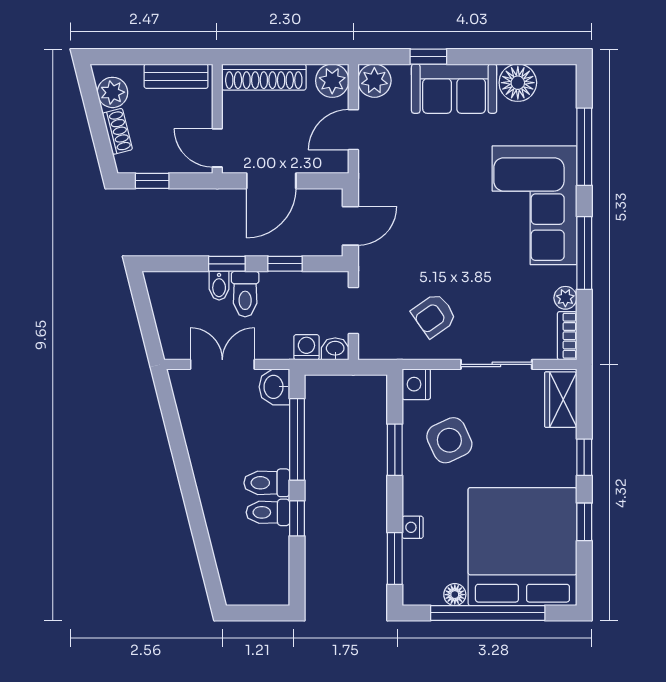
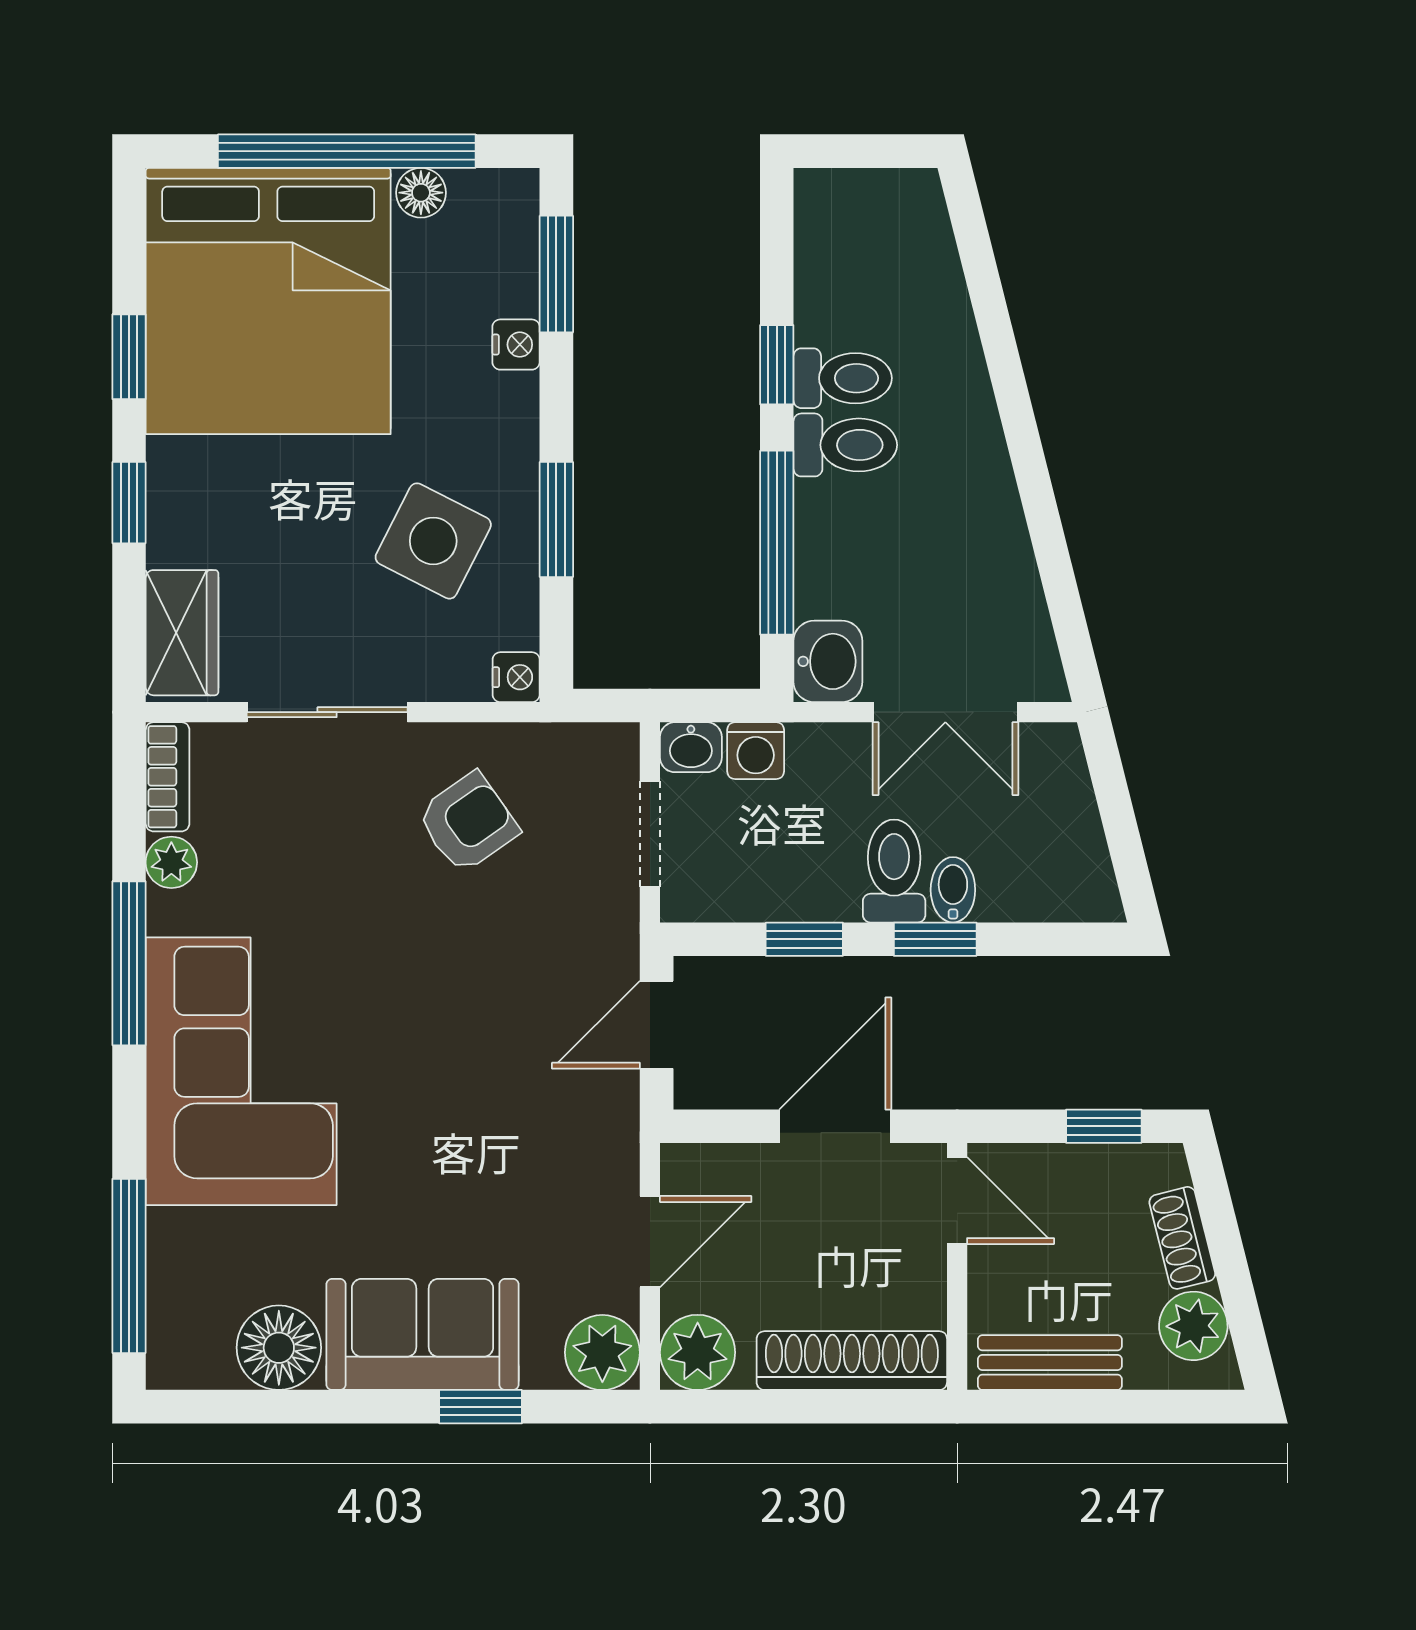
window: (584, 147) -> (129, 1266), moved
nightstand: (416, 384) -> (516, 677), width x0.72, depth x0.74
side table: (449, 440) -> (433, 541), turned -38

